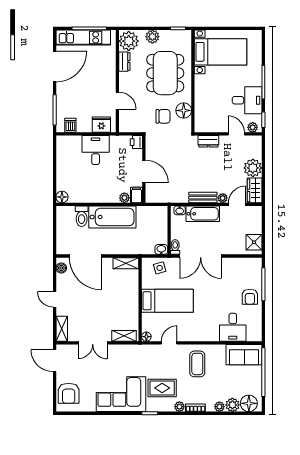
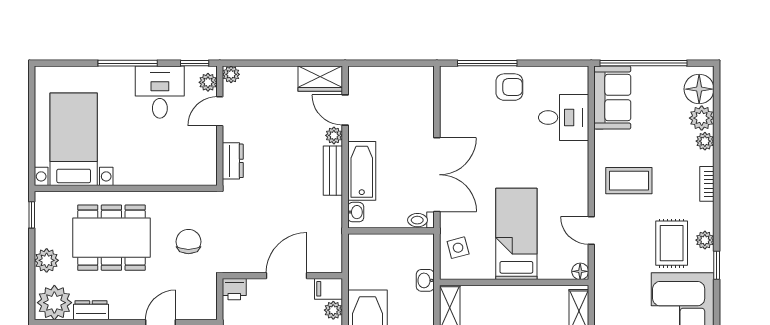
floor lamp: (184, 110) -> (178, 205), removed
plant: (253, 168) -> (231, 74), moved, width x0.53, depth x0.53
shower: (254, 242) -> (412, 80), removed
washbasin: (161, 249) -> (425, 280), moved
plant: (179, 407) -> (705, 240), moved

